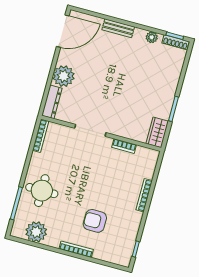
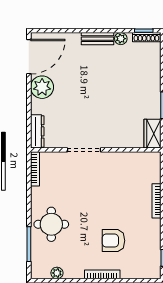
bench: (118, 28) -> (97, 39), moved
plant: (64, 76) -> (42, 87), moved
bookcase: (124, 146) -> (123, 157), removed
plant: (36, 232) -> (57, 273), width x0.53, depth x0.53

